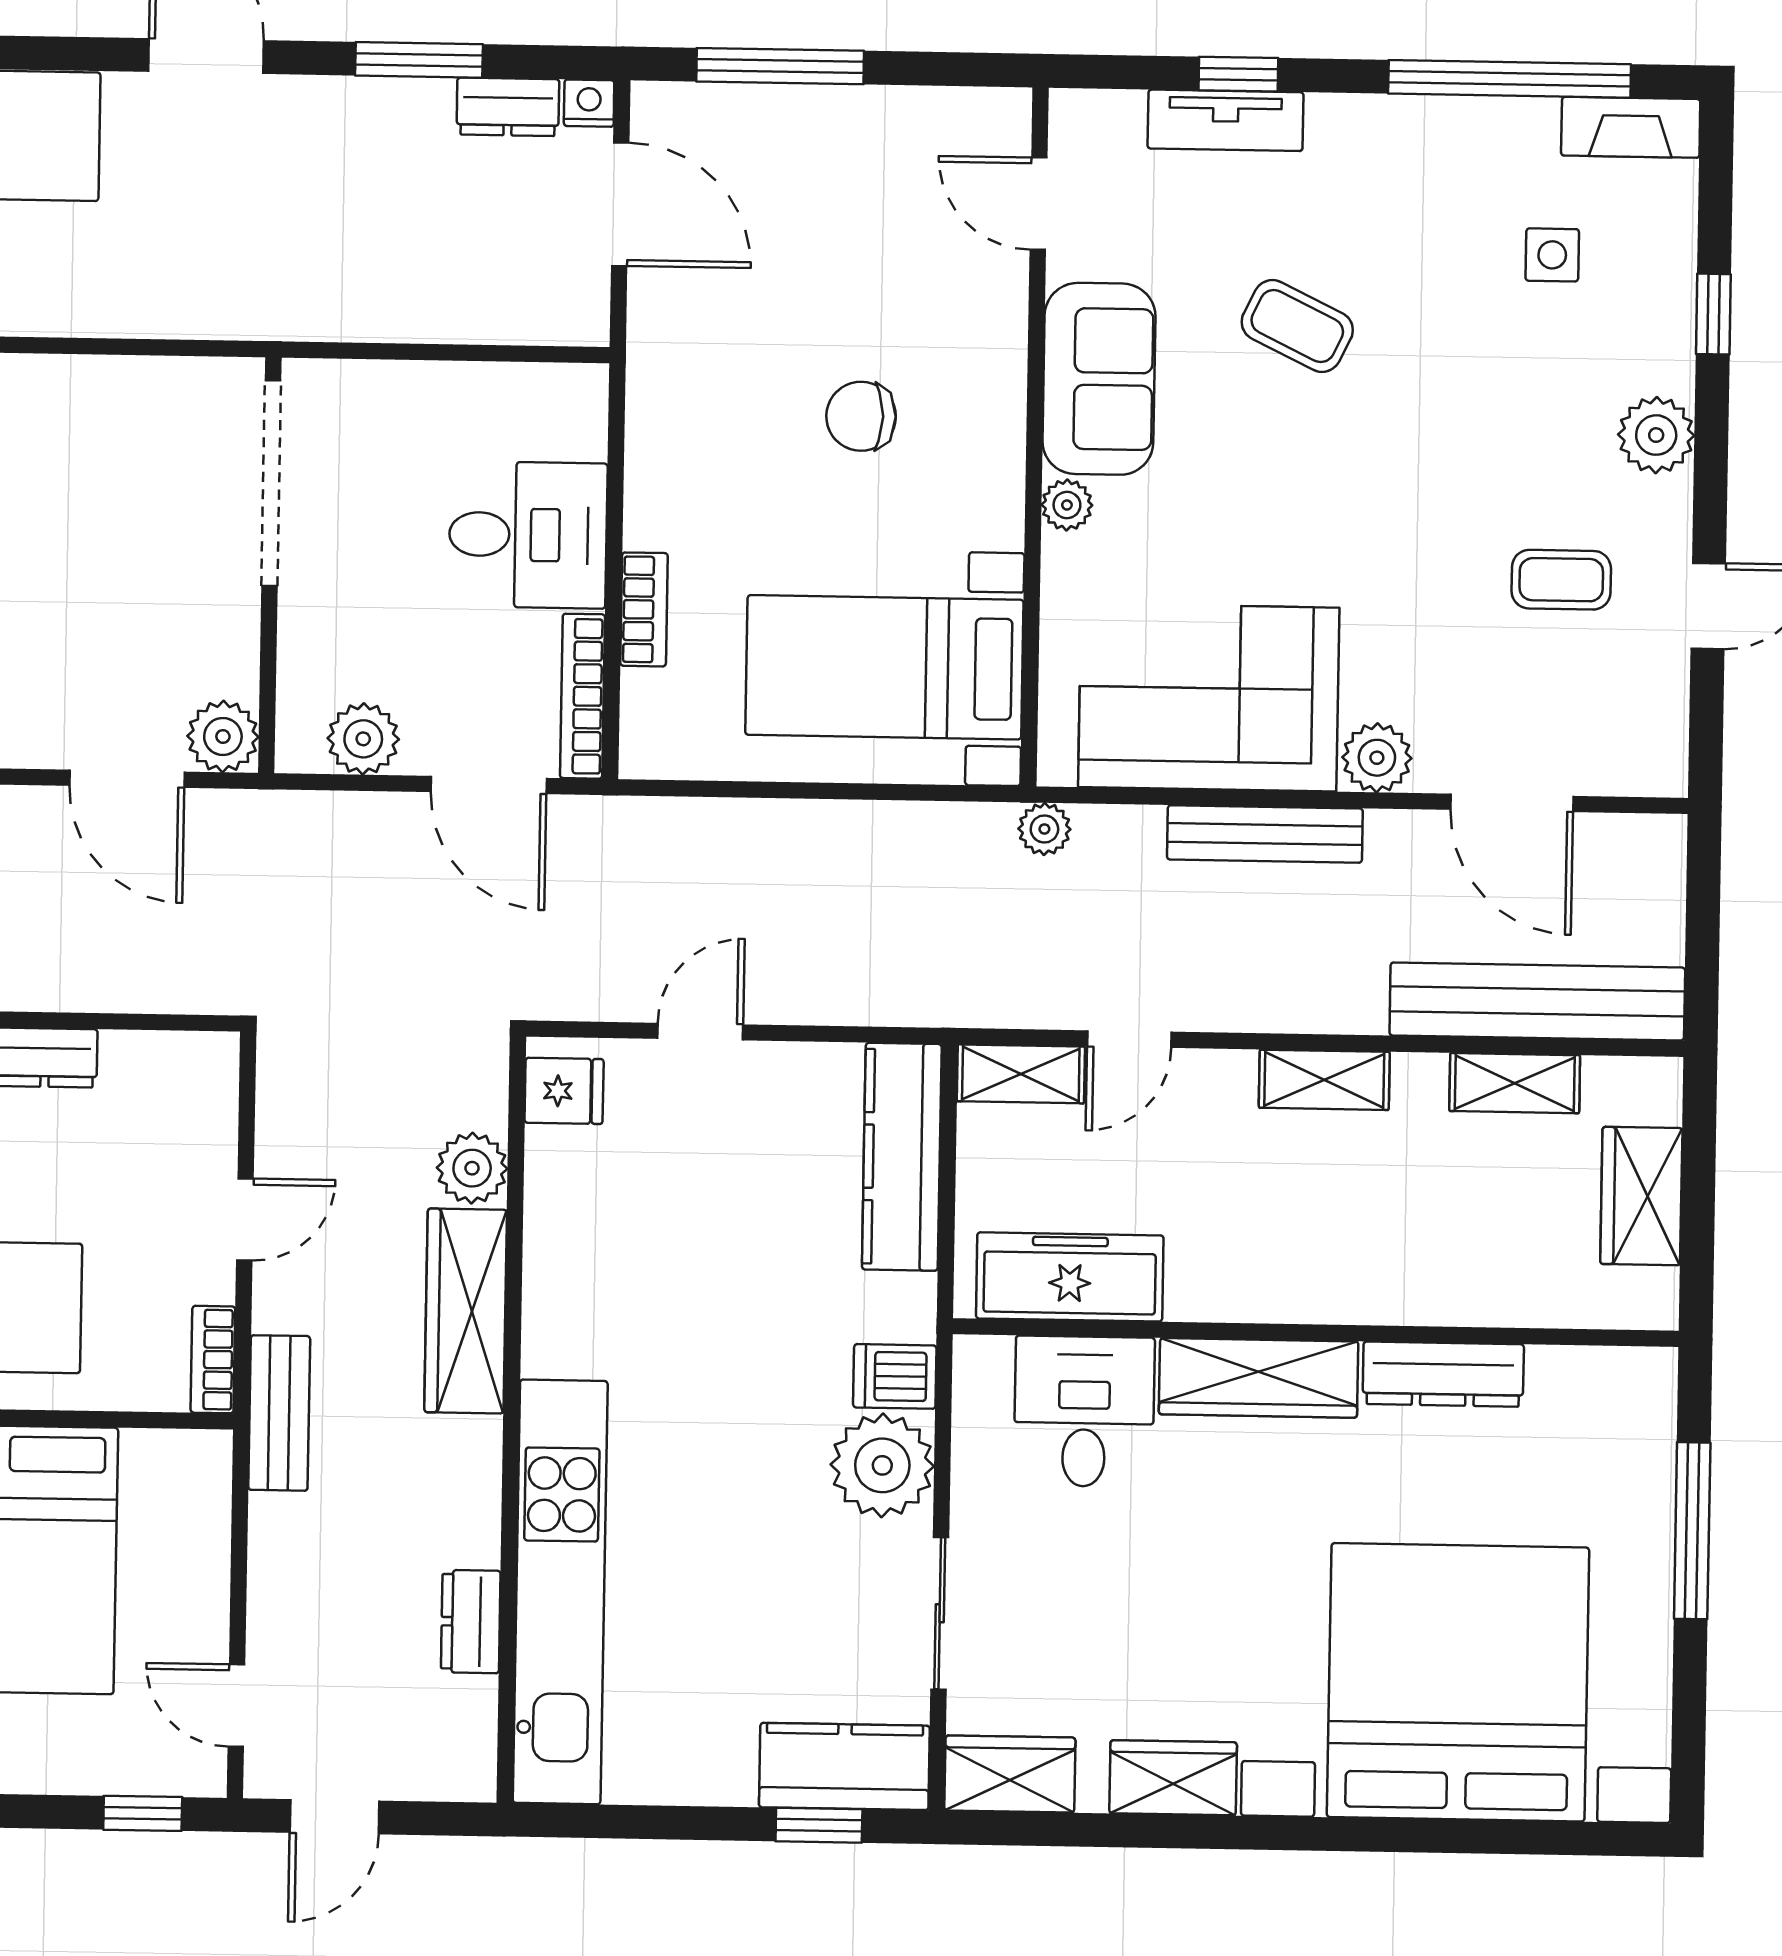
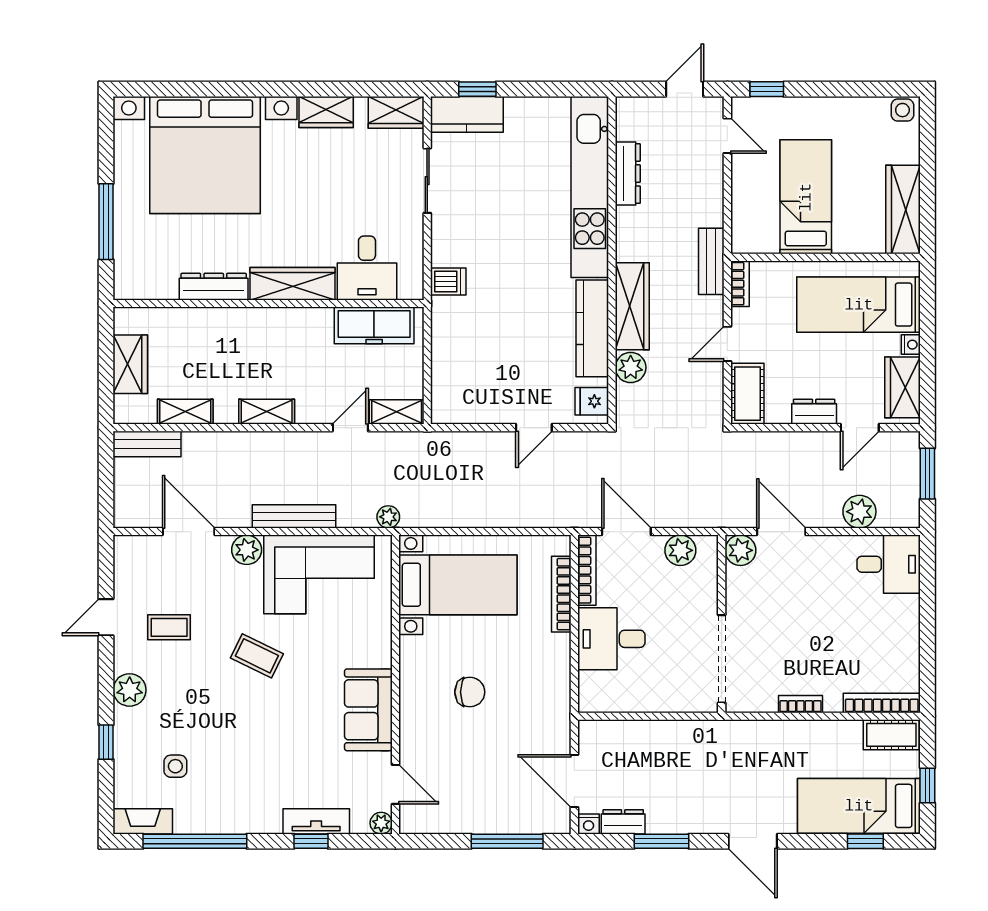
coffee table: (1297, 326) -> (257, 656), moved
bookcase: (89, 375) -> (800, 704), added
plant: (1067, 505) -> (381, 823), moved
bookcase: (644, 609) -> (561, 594), width x1.56
bench: (1537, 1001) -> (147, 444), width x0.54, depth x0.82
cot: (200, 1102) -> (747, 394), added
kitchen counter: (902, 1157) -> (592, 328), moved, turned 180
plant: (882, 1465) -> (453, 243), removed
dresser: (471, 1622) -> (628, 174), width x1.44

